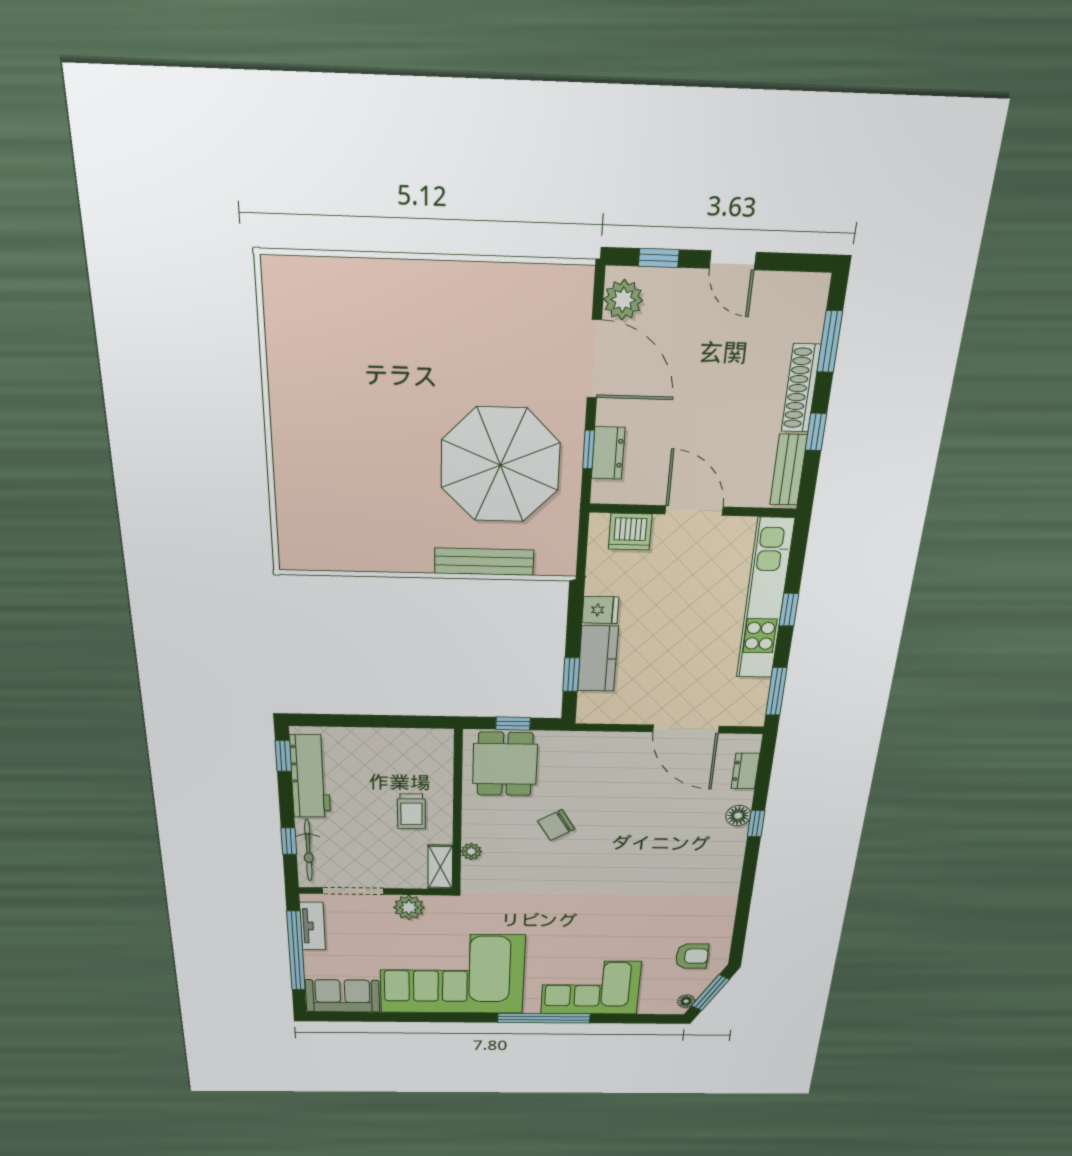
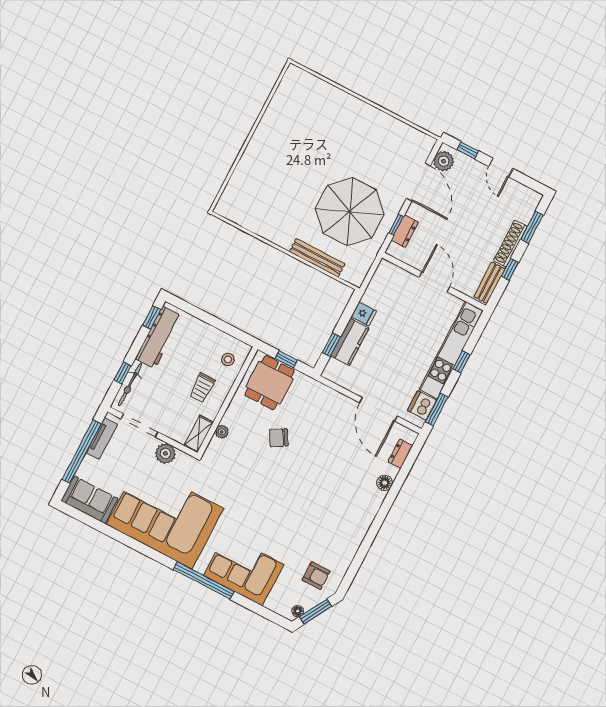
dishwasher: (630, 532) -> (422, 405), moved, turned 90
stool: (427, 761) -> (228, 359), added
window: (756, 824) -> (393, 494), removed

